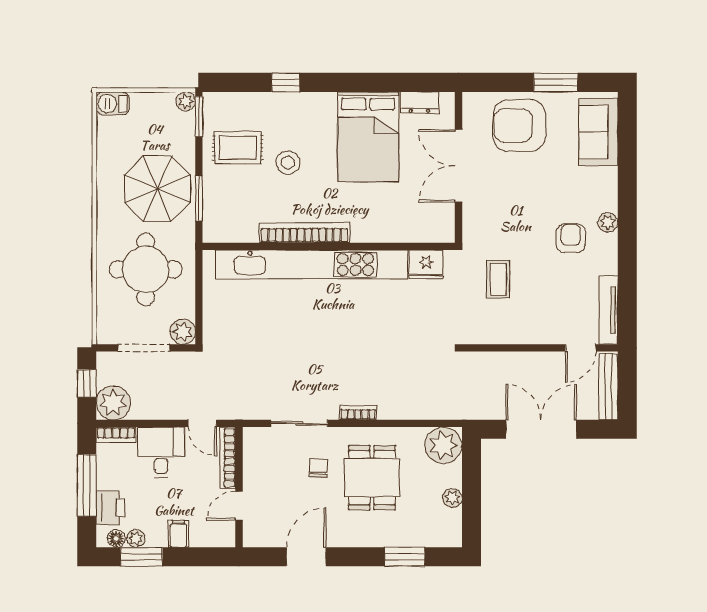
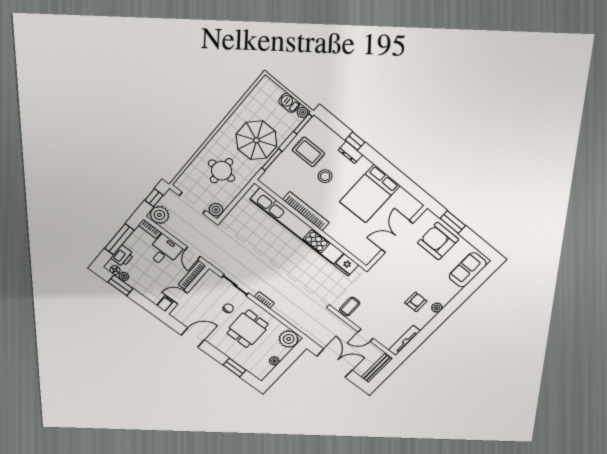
window: (556, 82) -> (453, 222), moved
barbecue: (113, 103) -> (289, 103), moved
dresser: (419, 103) -> (350, 153), moved
round table: (146, 269) -> (222, 171), width x0.73, depth x0.73
coffee table: (498, 279) -> (350, 306), moved
door: (581, 348) -> (366, 335), moved
filing cabinet: (178, 534) -> (165, 304), moved

